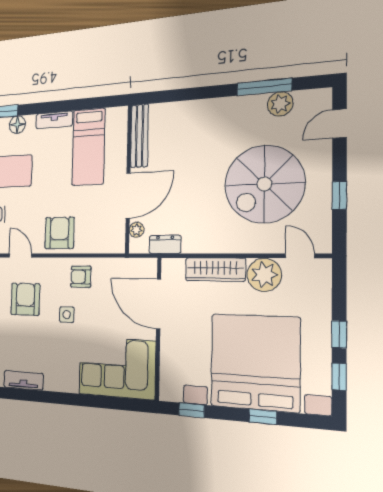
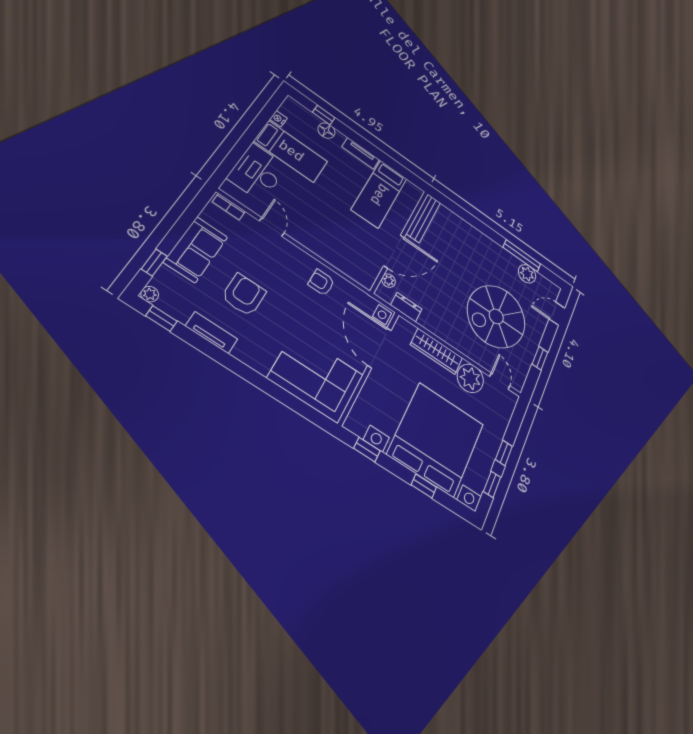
armchair: (59, 233) -> (320, 236), removed
armchair: (25, 299) -> (244, 295), moved
side table: (67, 315) -> (382, 315), moved

